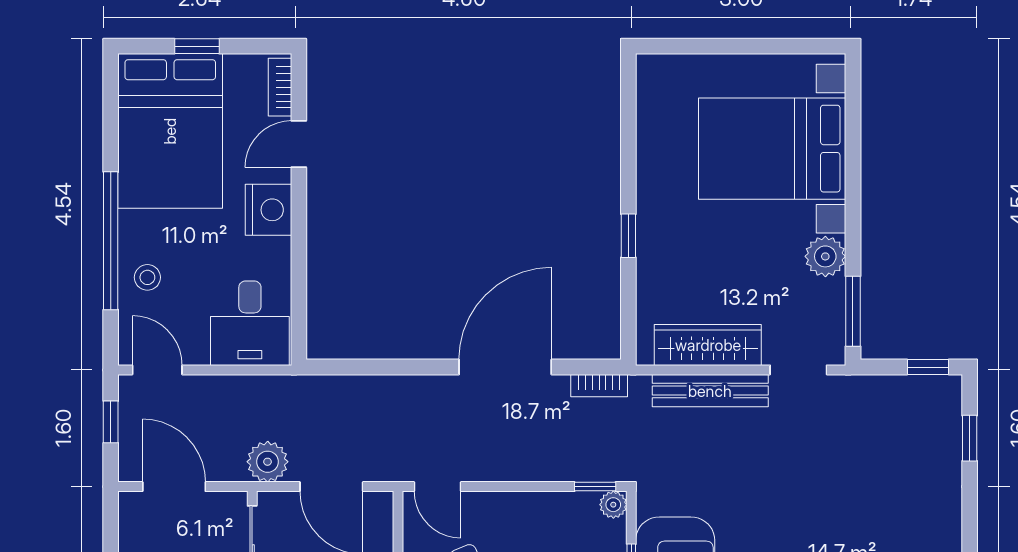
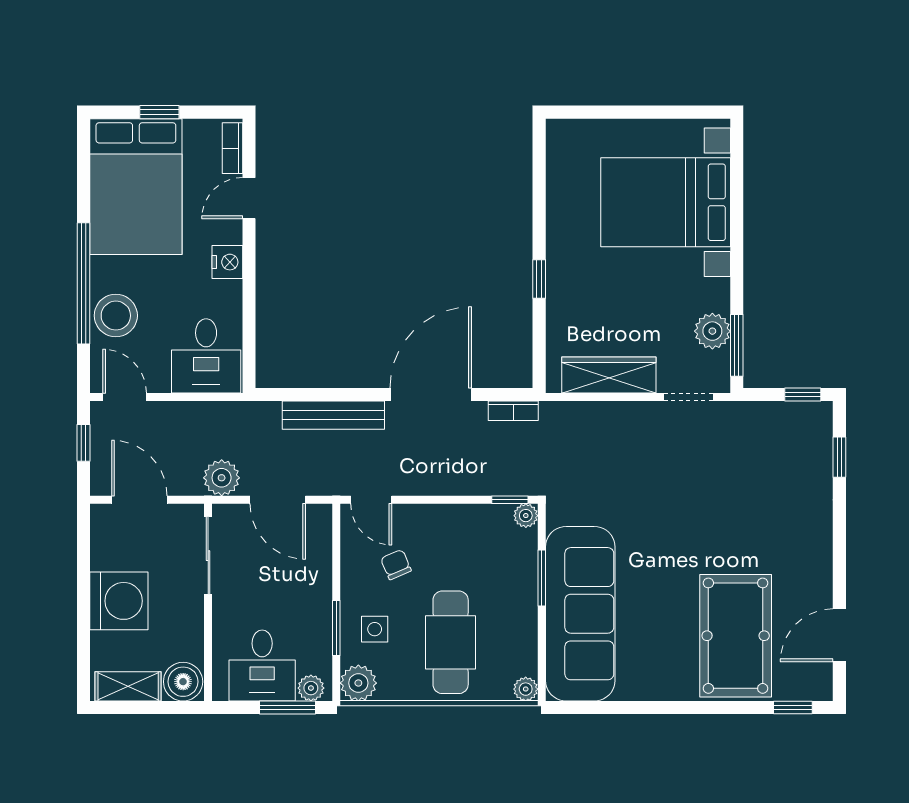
nightstand: (268, 210) -> (227, 262), width x0.74, depth x0.75
plant: (825, 256) -> (712, 331), moved
stool: (147, 277) -> (116, 316), width x1.89, depth x1.89
bench: (710, 391) -> (333, 415), moved

